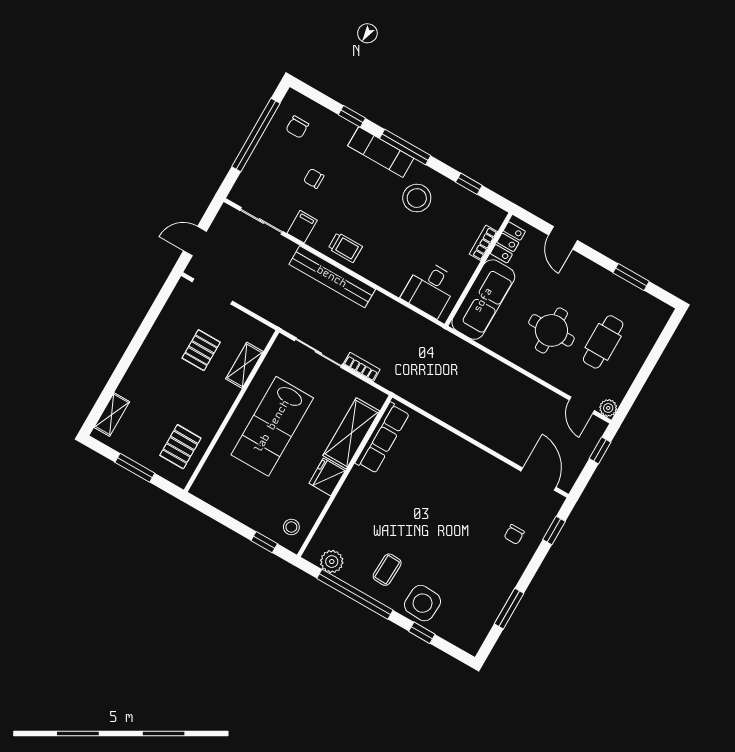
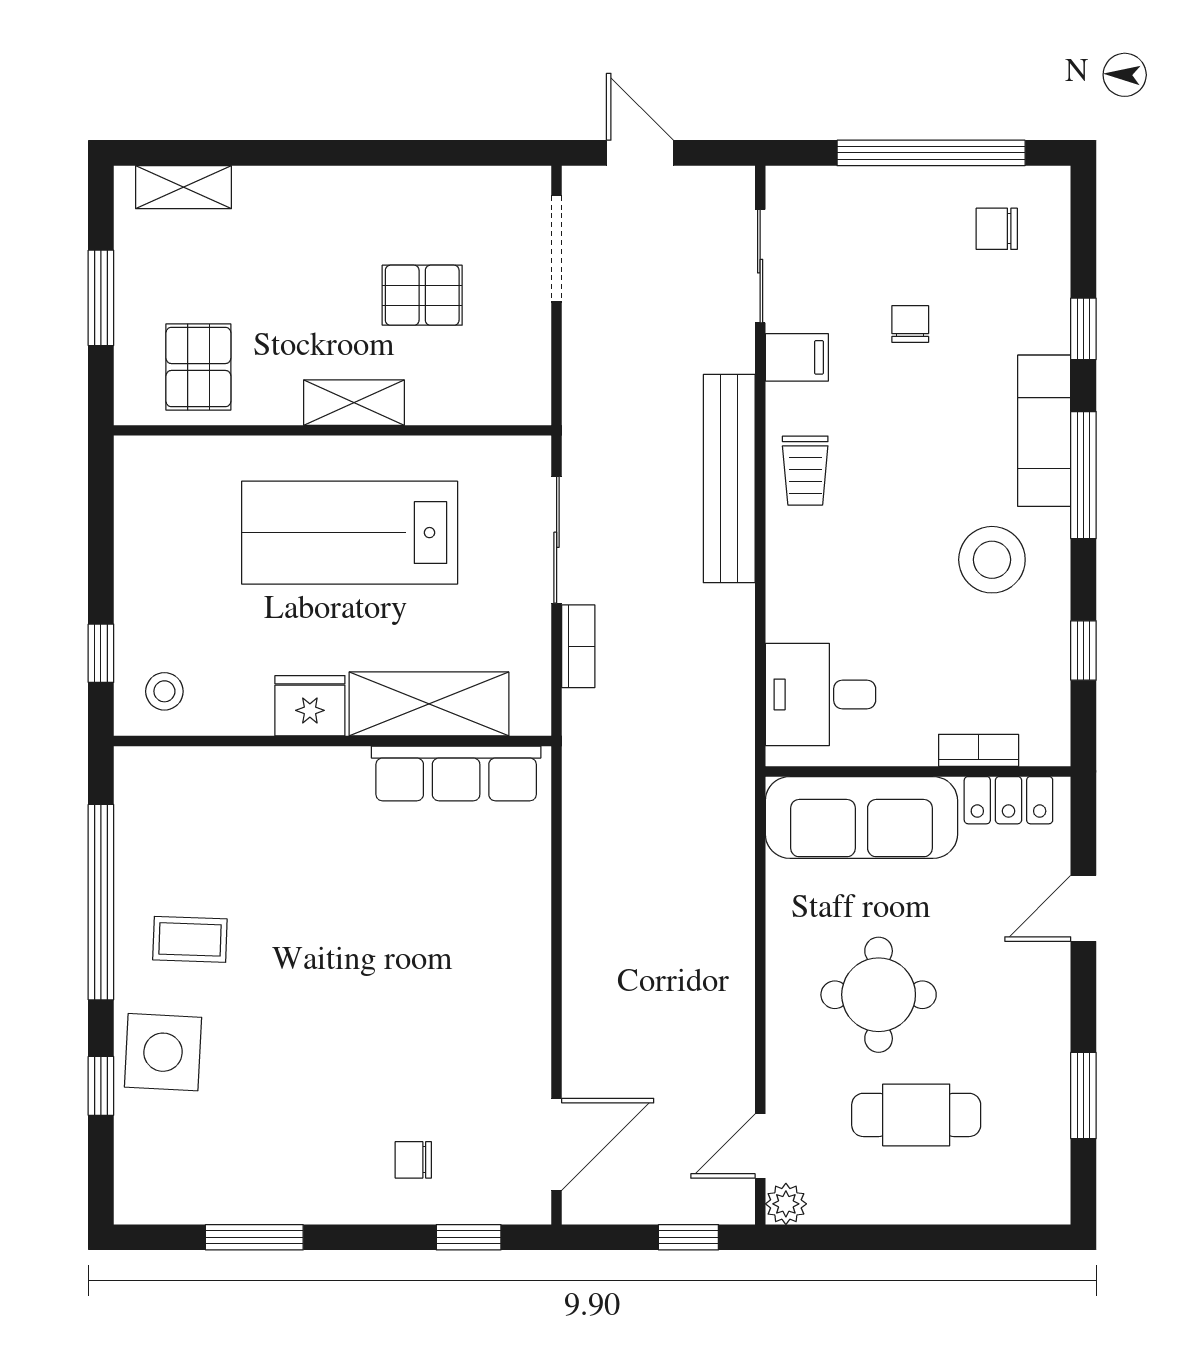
shelving: (244, 365) -> (354, 403), moved
pallet: (180, 447) -> (198, 367), turned 90
plant: (332, 562) -> (141, 816), removed

